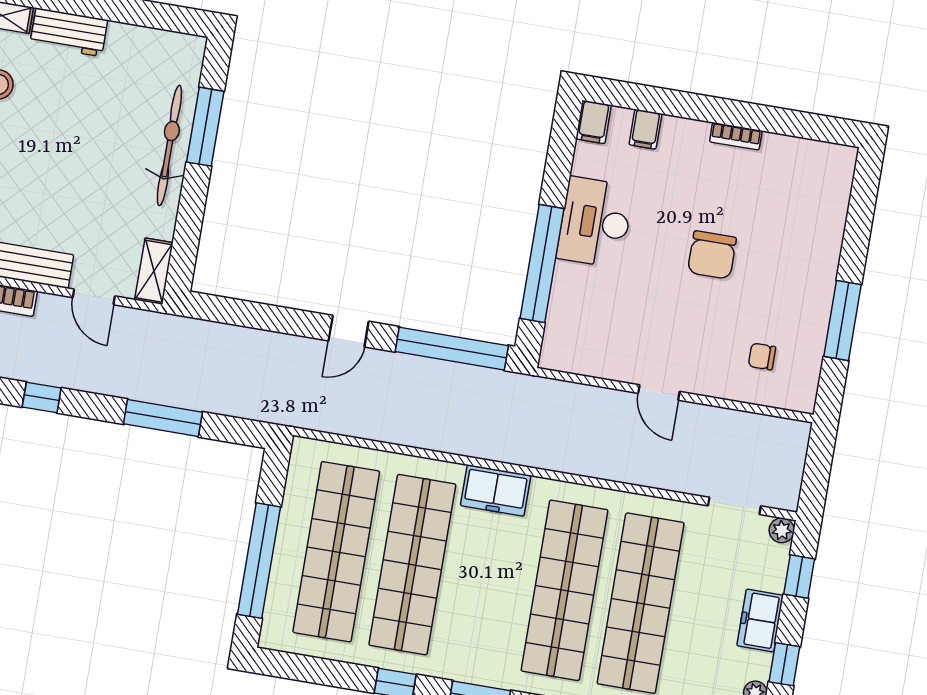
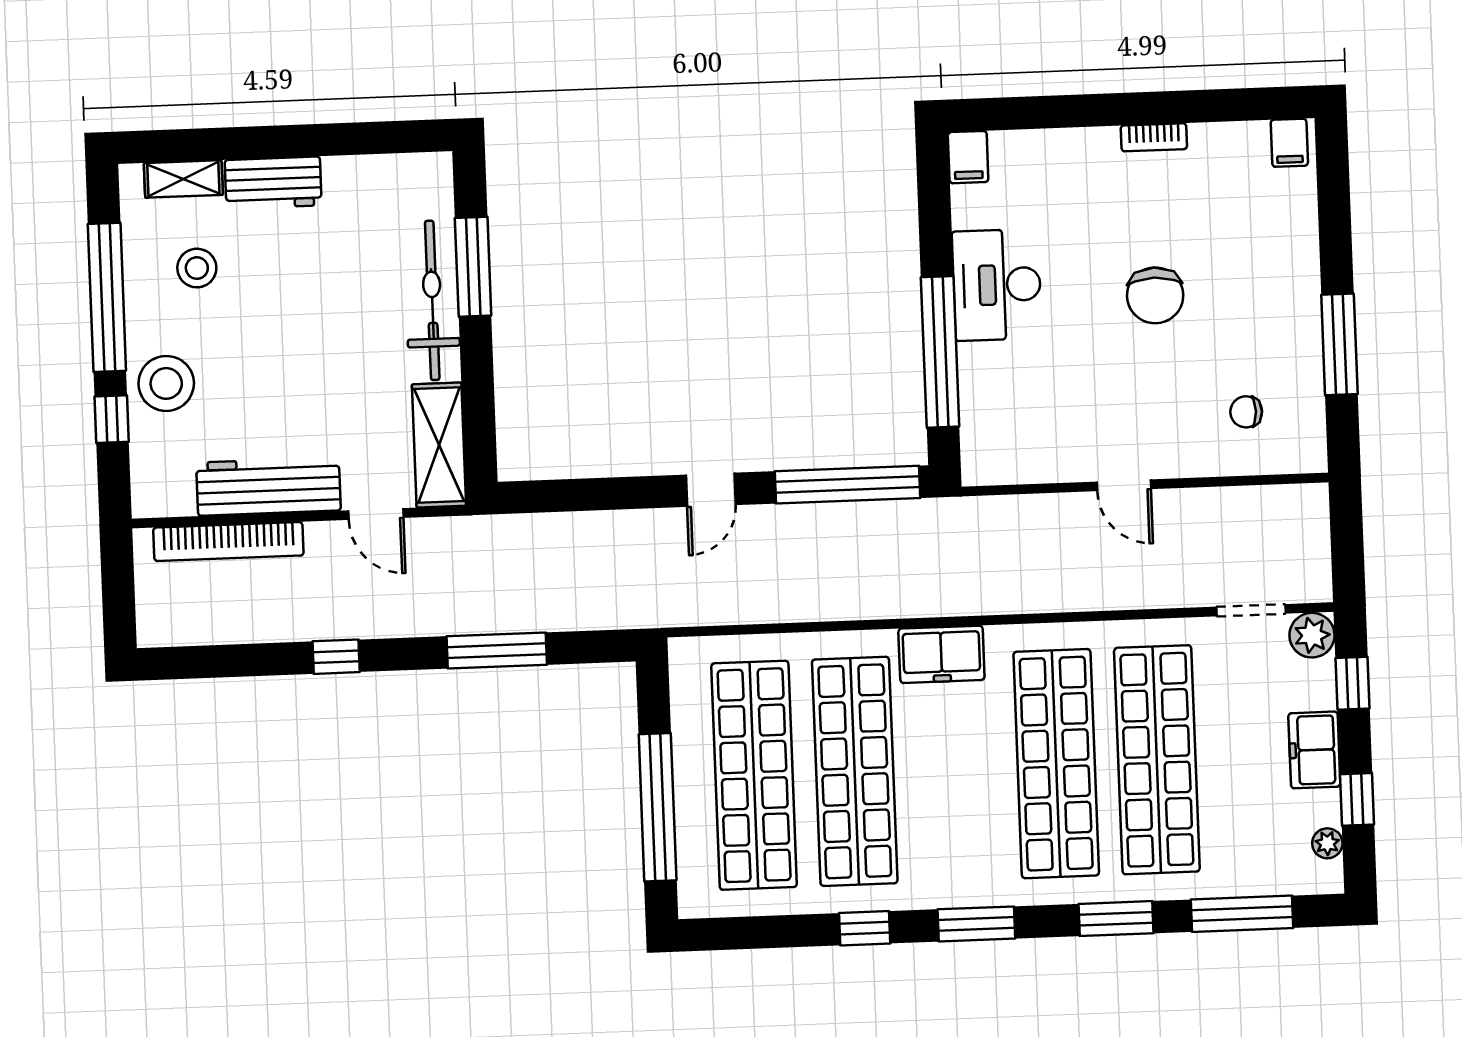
filing cabinet: (645, 129) -> (1289, 143), moved
shelving: (154, 271) -> (439, 445), width x1.50, depth x1.33
plant: (782, 530) -> (1312, 635), width x1.38, depth x1.38

